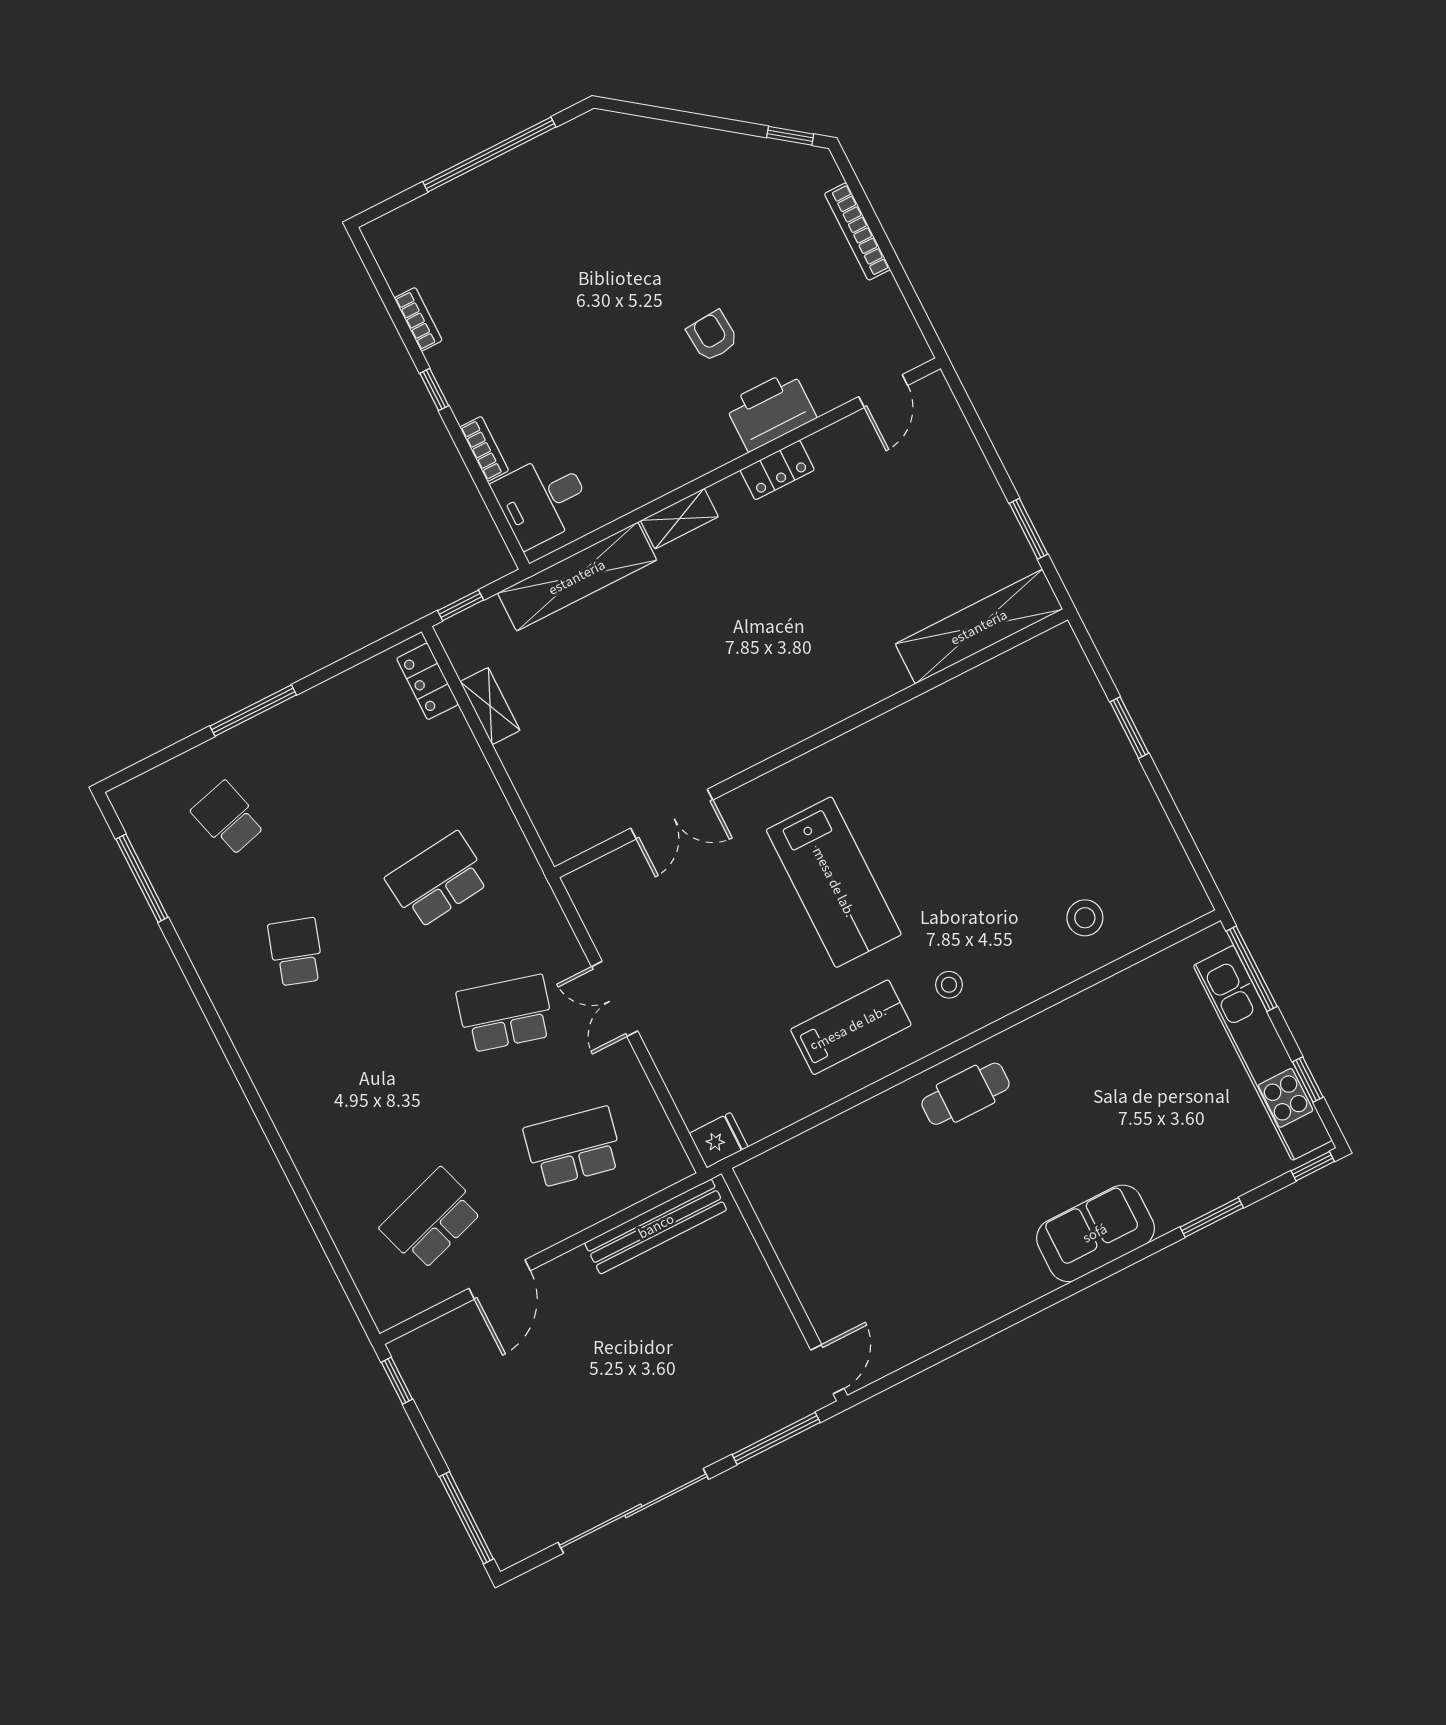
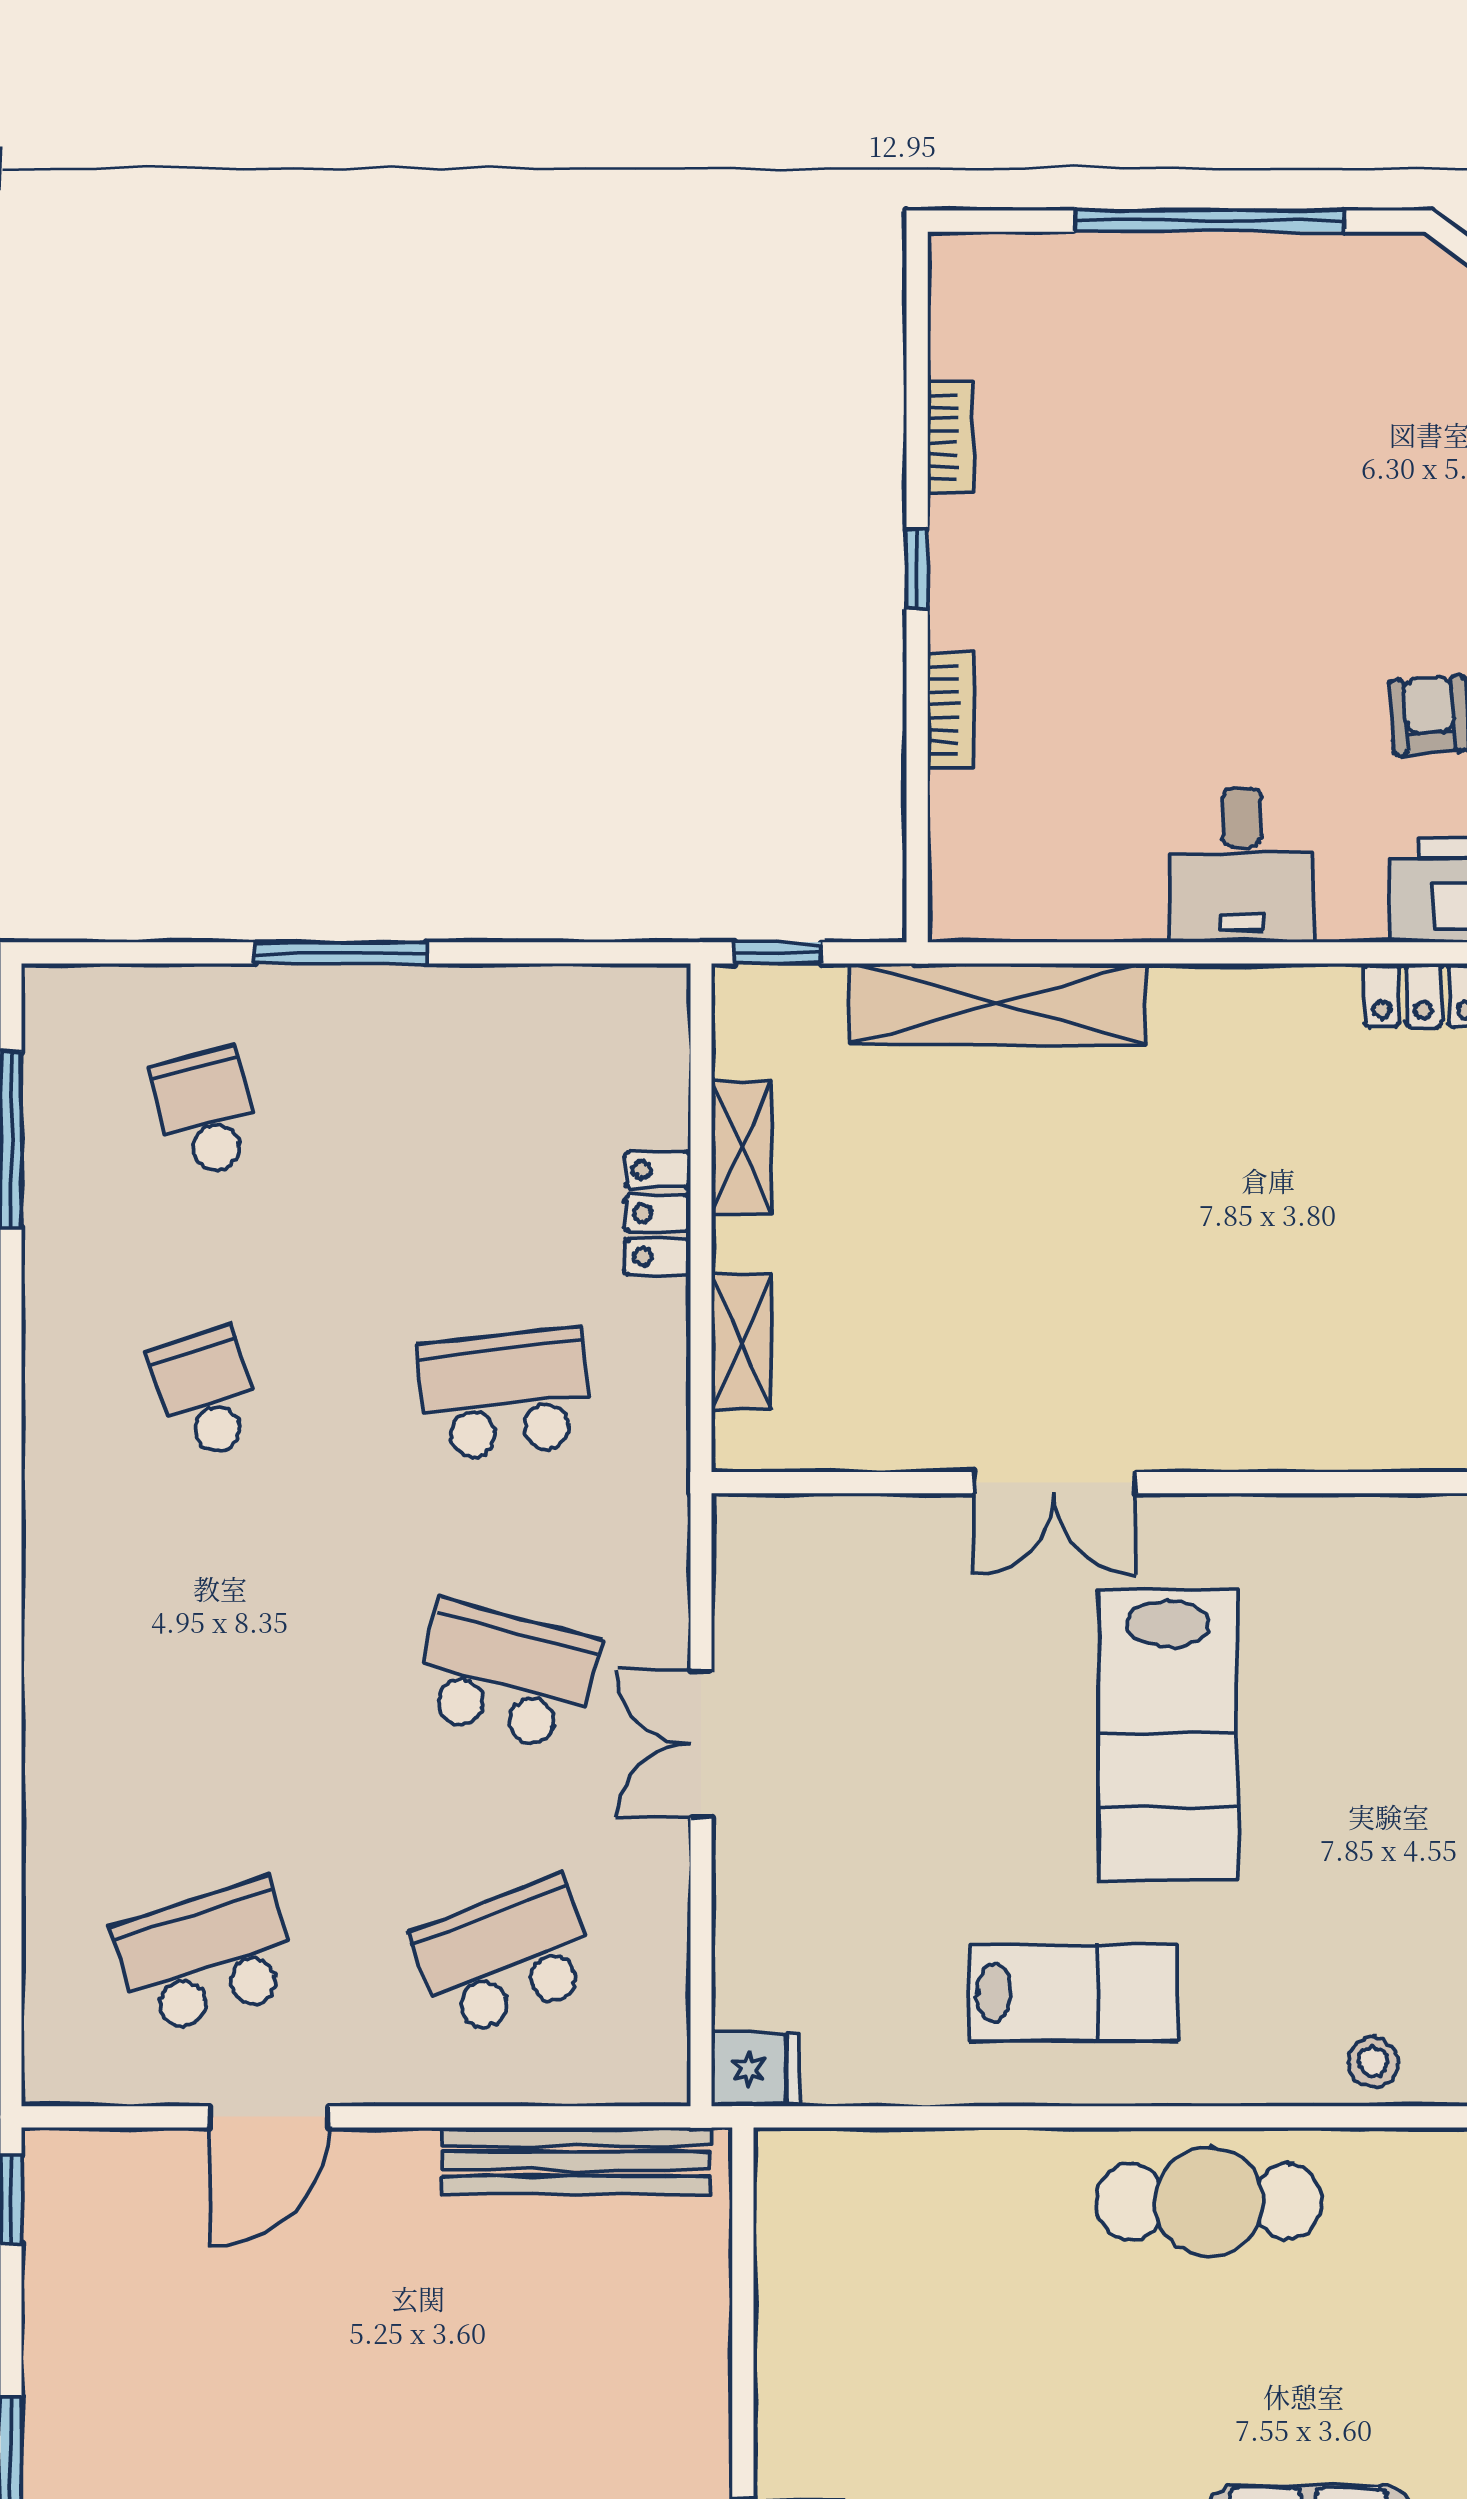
desk: (542, 500) -> (1242, 865), moved, turned -90
shelving: (679, 519) -> (742, 1342), moved, turned 90
locker: (428, 681) -> (658, 1213), moved
double door: (672, 814) -> (1055, 1483), moved
school desk: (296, 952) -> (206, 1394), turned -36
stool: (949, 985) -> (1373, 2062), moved
cafe table: (966, 1094) -> (1209, 2202), width x1.37, depth x1.35
school desk: (573, 1147) -> (506, 1957), turned -33

